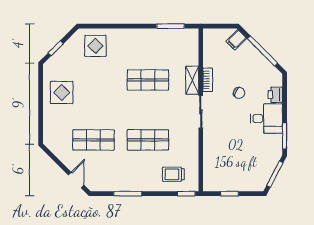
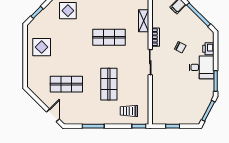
shelving: (192, 80) -> (144, 21), moved
shop shelf: (148, 140) -> (109, 84), turned 90

